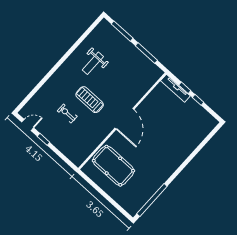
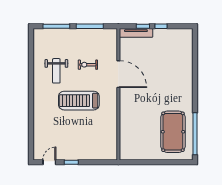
treadmill: (90, 100) -> (79, 101), width x1.37, depth x1.38
exercise bike: (67, 114) -> (88, 65), moved
door: (124, 119) -> (118, 74), moved
pool table: (113, 166) -> (173, 132), moved, turned 90

